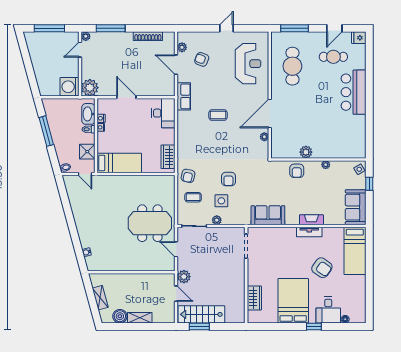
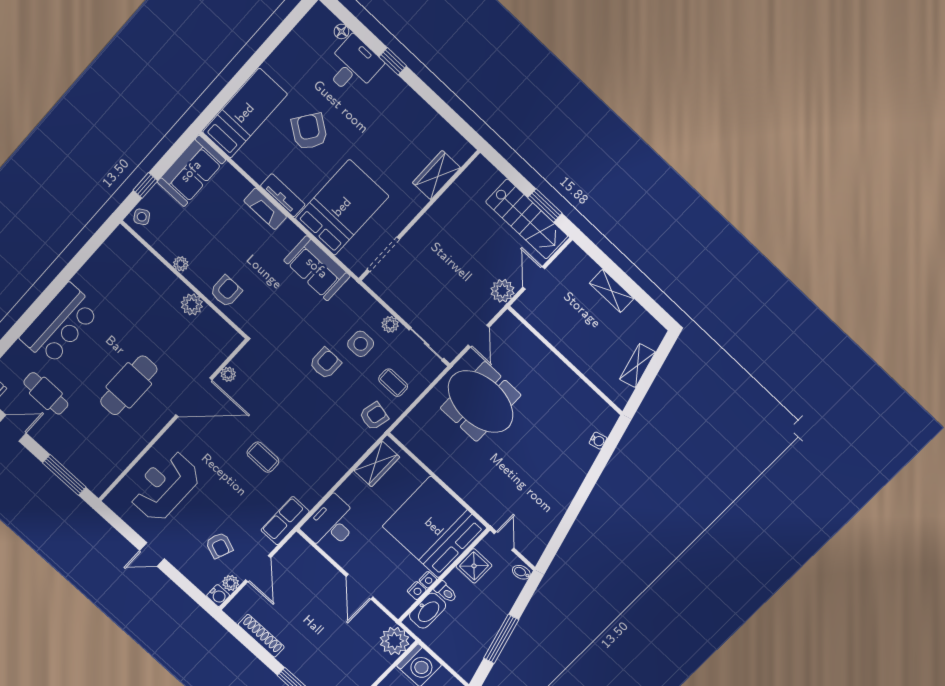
water cooler: (182, 37) -> (218, 596), added
cafe table: (292, 66) -> (129, 385), moved
bed: (119, 163) -> (434, 527), width x2.04
bed: (293, 301) -> (342, 207), moved, turned 180
boiler: (120, 316) -> (636, 317), removed

